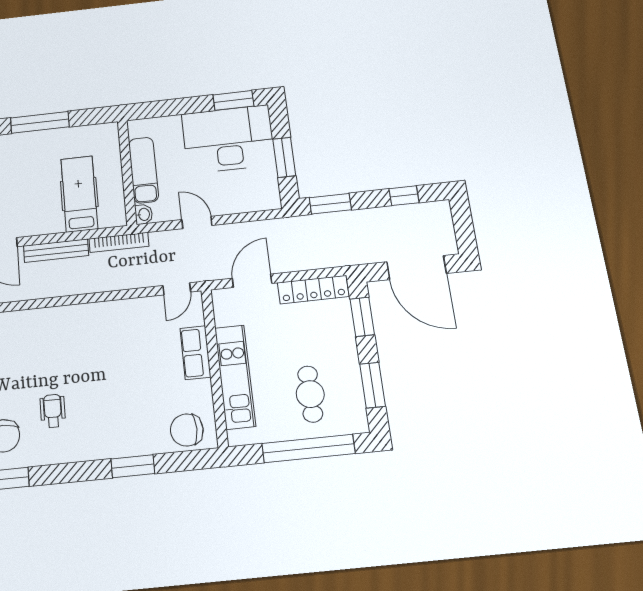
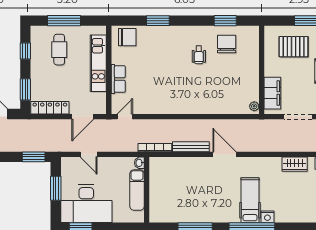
hospital bed: (79, 194) -> (175, 180), removed
door: (197, 223) -> (89, 154), moved
window: (373, 385) -> (25, 51), width x0.67
window: (308, 449) -> (64, 21), width x0.68

